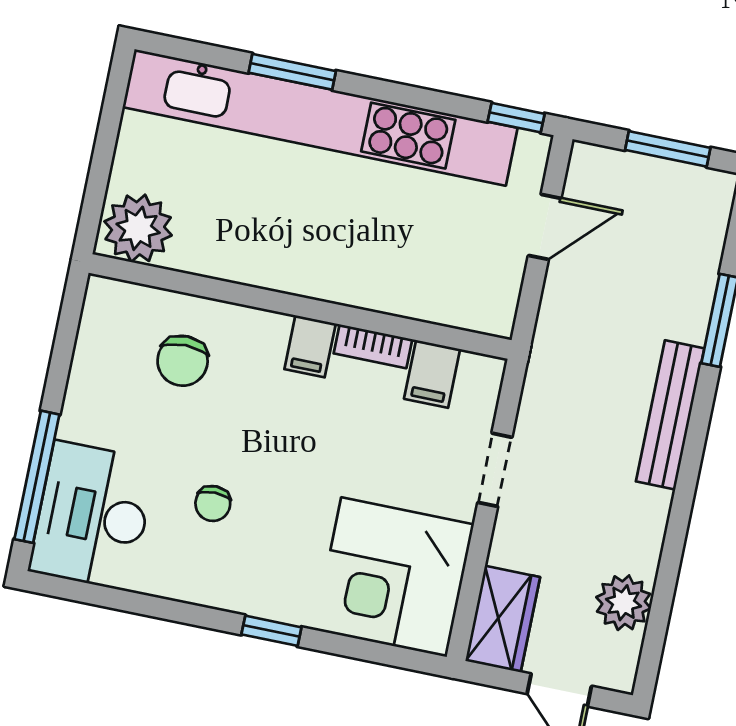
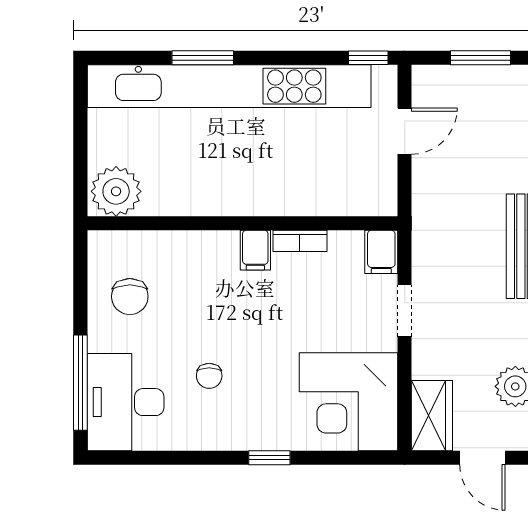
chair: (183, 361) -> (130, 297), moved
filing cabinet: (432, 374) -> (381, 252), moved

